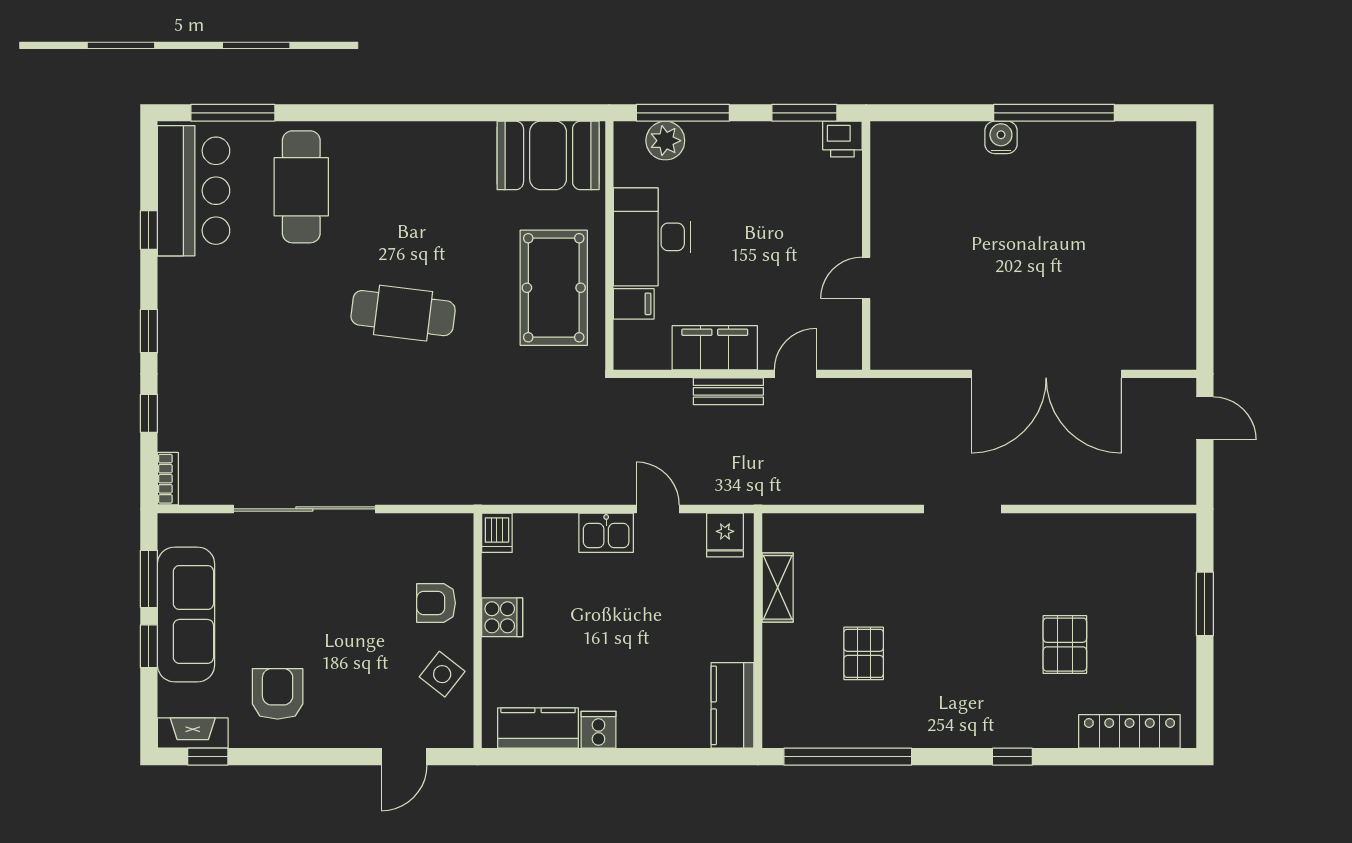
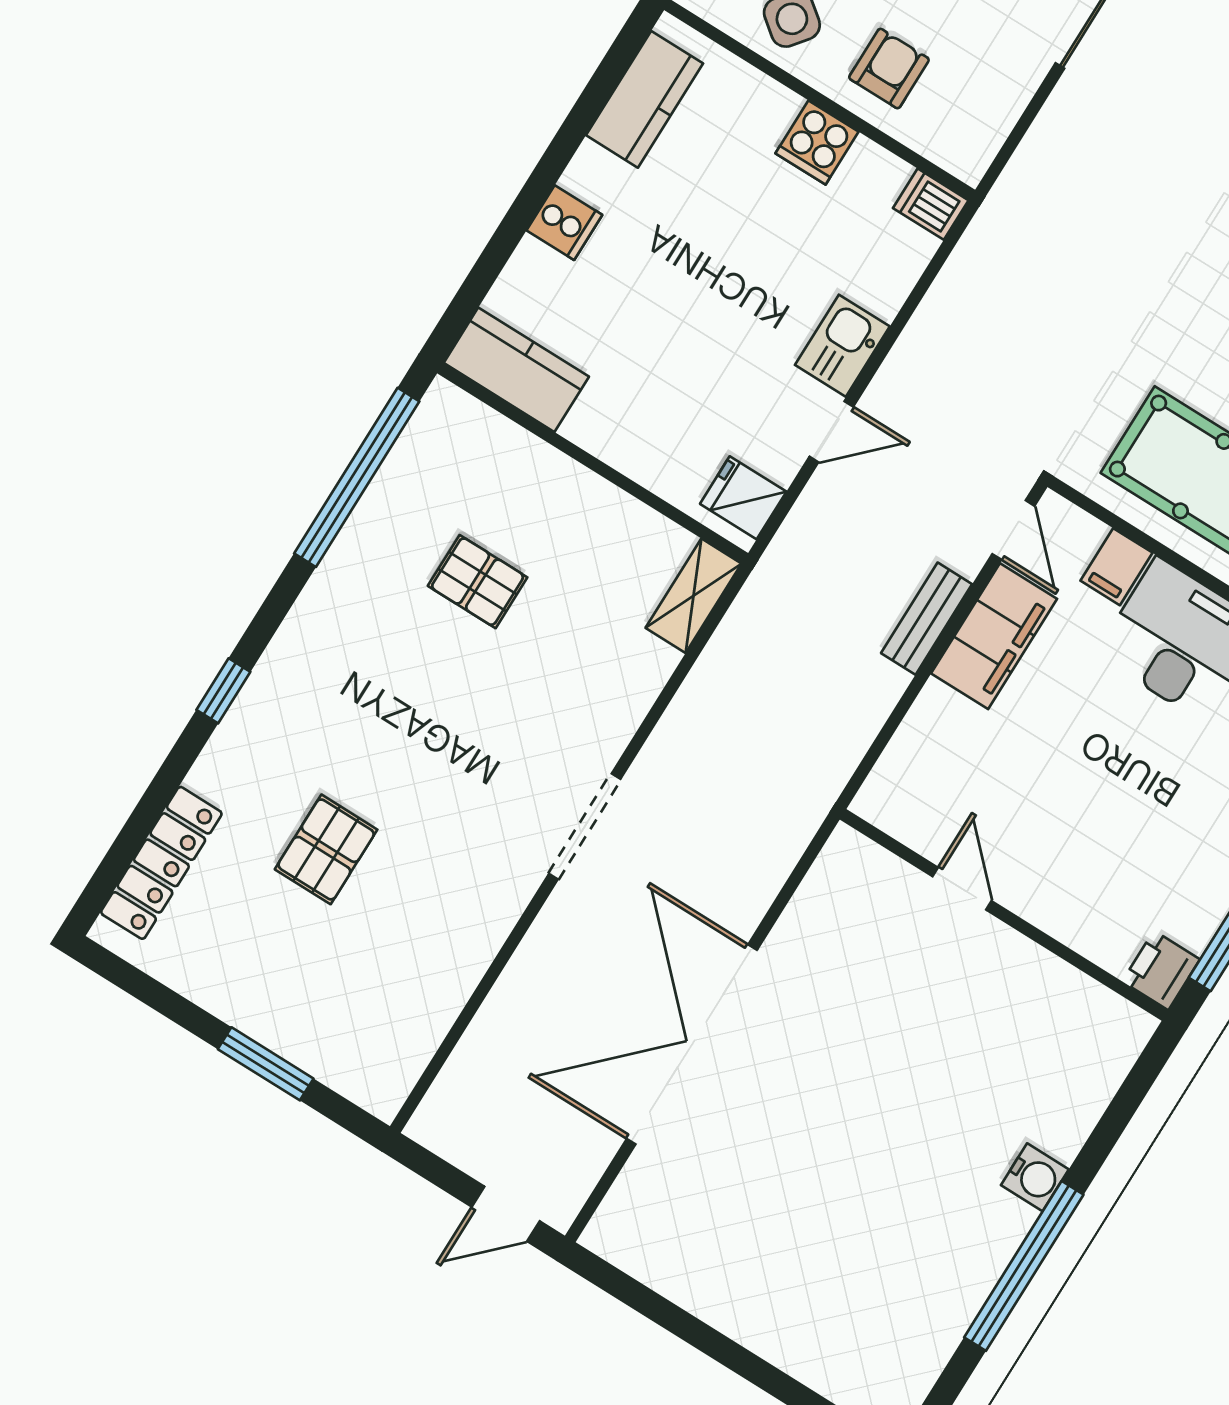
door: (795, 374) -> (1013, 530), moved
shelving: (778, 587) -> (694, 596), moved, turned 90
pallet: (1065, 645) -> (326, 849), turned 90
cooker: (598, 730) -> (564, 223), moved

